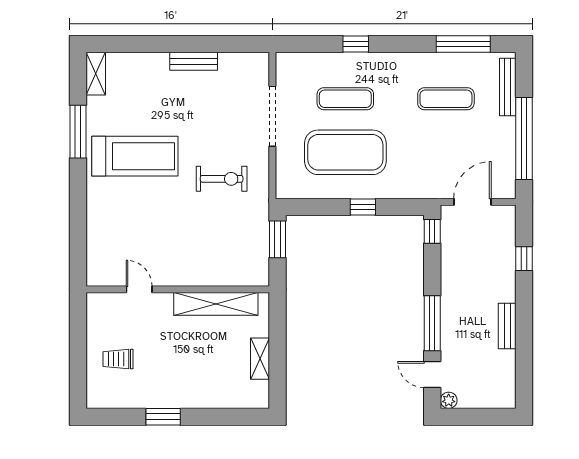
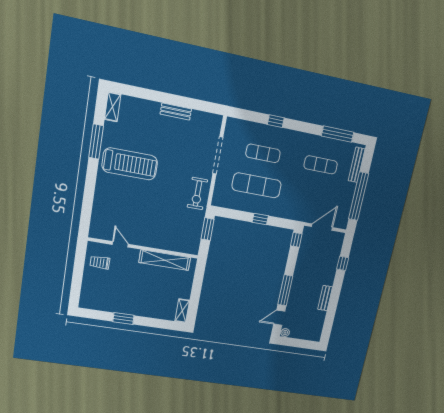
exercise mat: (345, 152) -> (257, 185), width x0.68
exercise bike: (222, 179) -> (197, 194), moved, turned 90
trolley: (118, 359) -> (100, 262), moved
shelving: (260, 359) -> (182, 311), moved
door: (432, 375) -> (279, 318), hinge flipped

